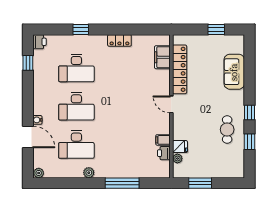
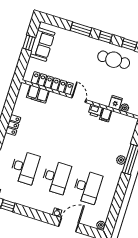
sofa: (234, 72) -> (42, 45), moved, turned -90
window: (249, 83) -> (81, 29), added
door: (171, 104) -> (79, 99), swing flipped
cafe table: (227, 130) -> (114, 60), width x1.37, depth x1.35
printer: (164, 153) -> (95, 111), moved
plant: (89, 173) -> (121, 160), moved

